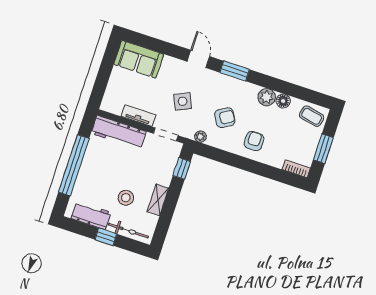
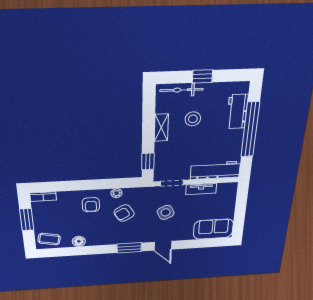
plant: (267, 97) -> (94, 239), removed
plant: (200, 137) -> (116, 193), moved
workbench: (91, 215) -> (237, 112), moved, turned 90

